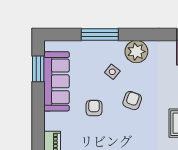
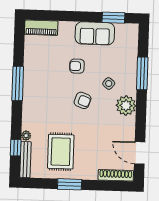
sofa: (57, 81) -> (95, 33), width x0.73
armchair: (94, 108) -> (77, 66), turned 180

